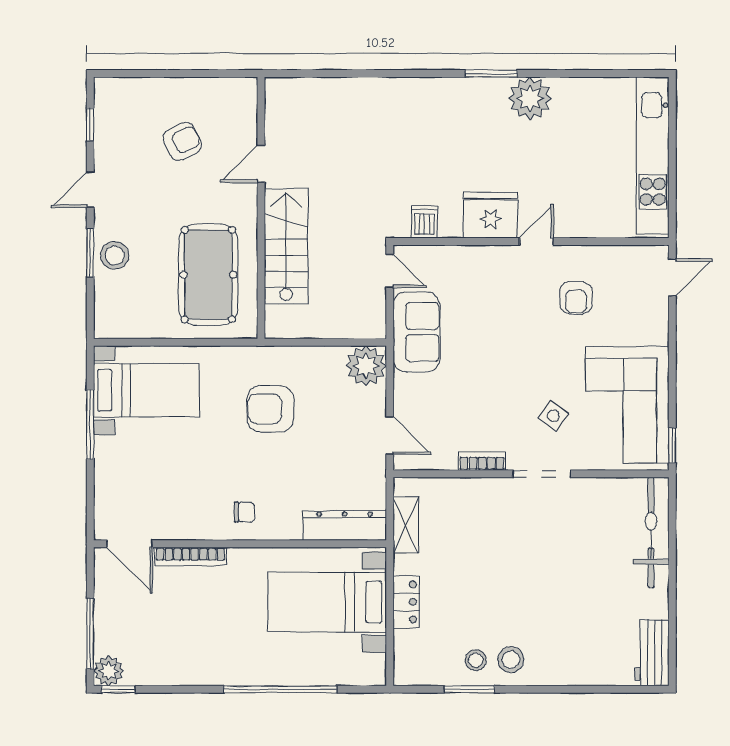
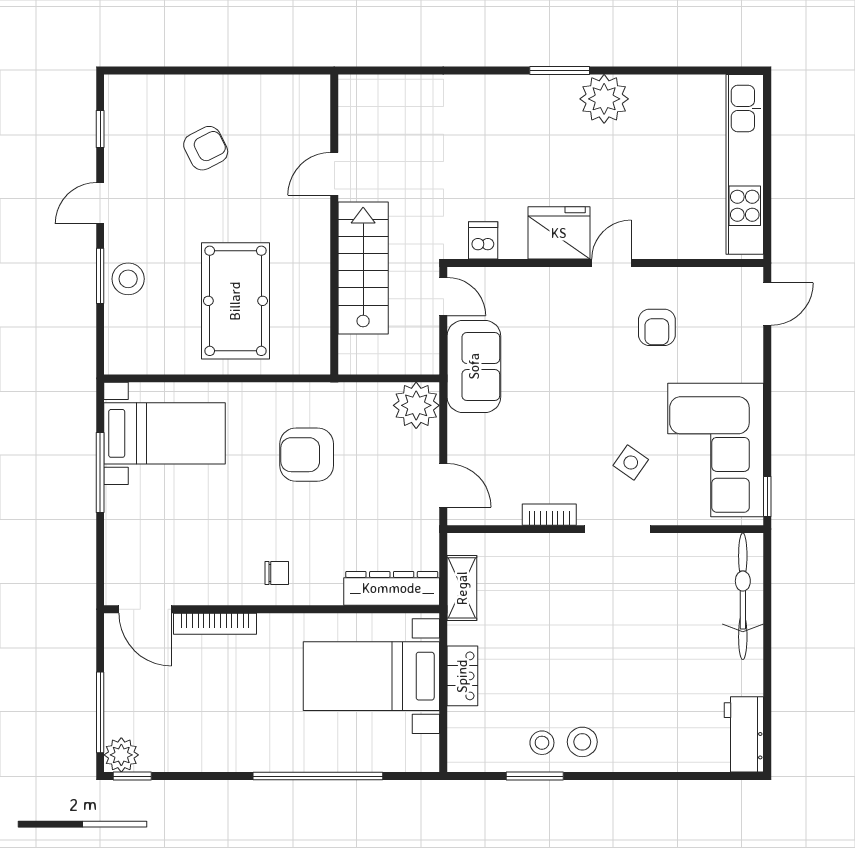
door: (261, 164) -> (334, 174), moved
wall: (261, 208) -> (334, 224), moved
stairs: (286, 246) -> (363, 268), moved

